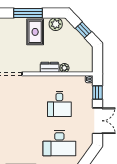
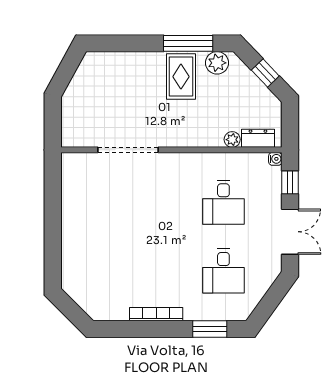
window: (28, 13) -> (188, 43), moved
dresser: (50, 67) -> (258, 138), moved
desk: (59, 143) -> (223, 271), width x0.73

